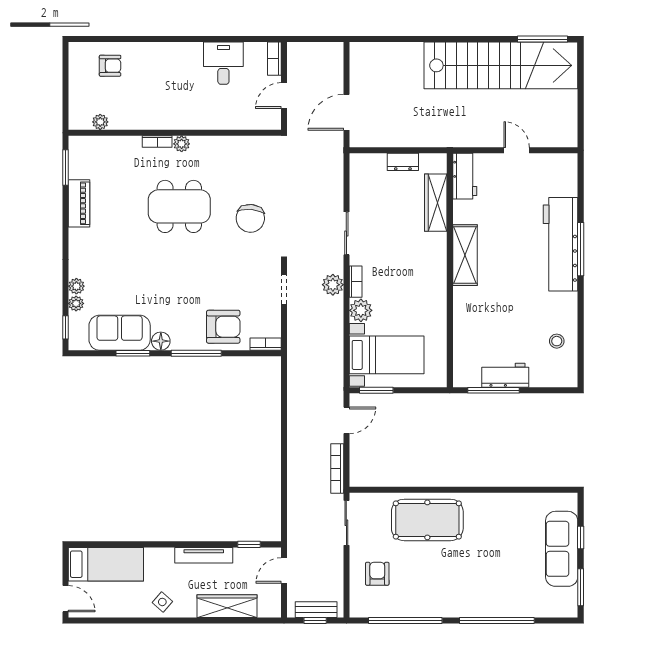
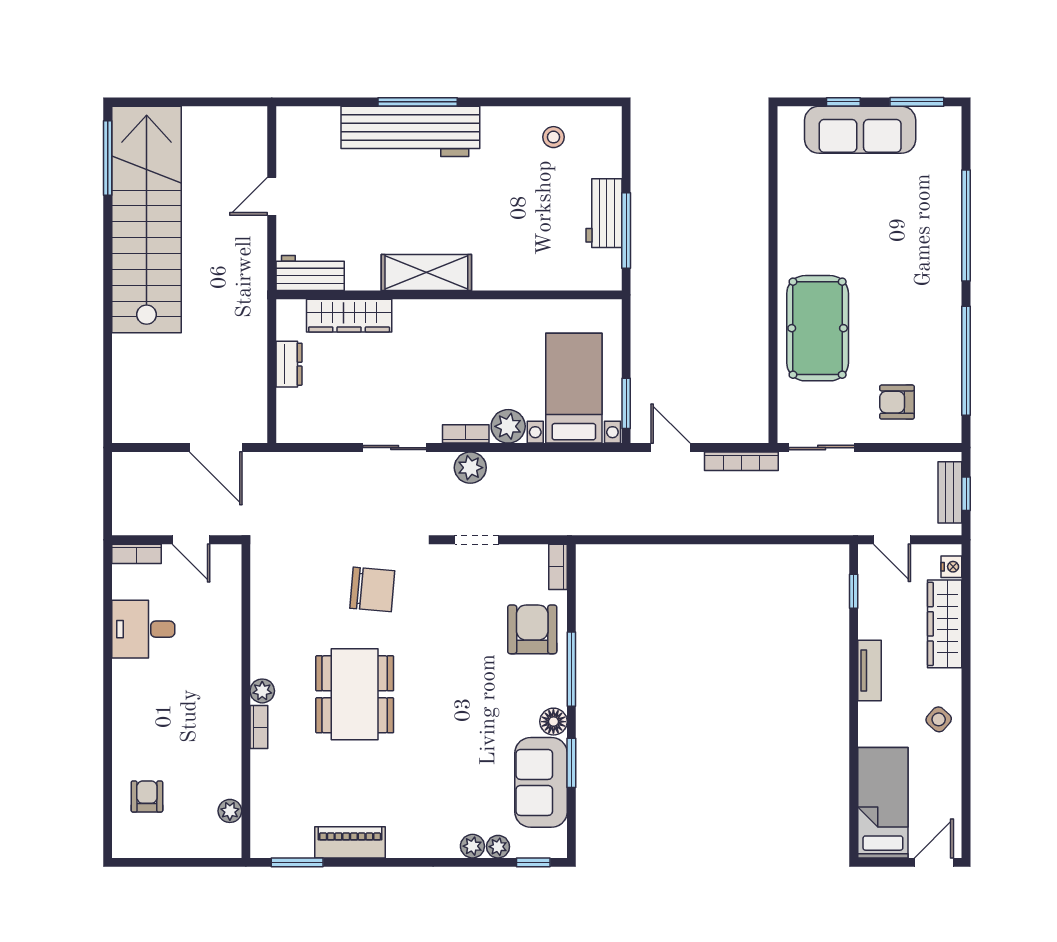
tv unit: (204, 555) -> (870, 670), width x0.71
nightstand: (266, 611) -> (951, 567), added

